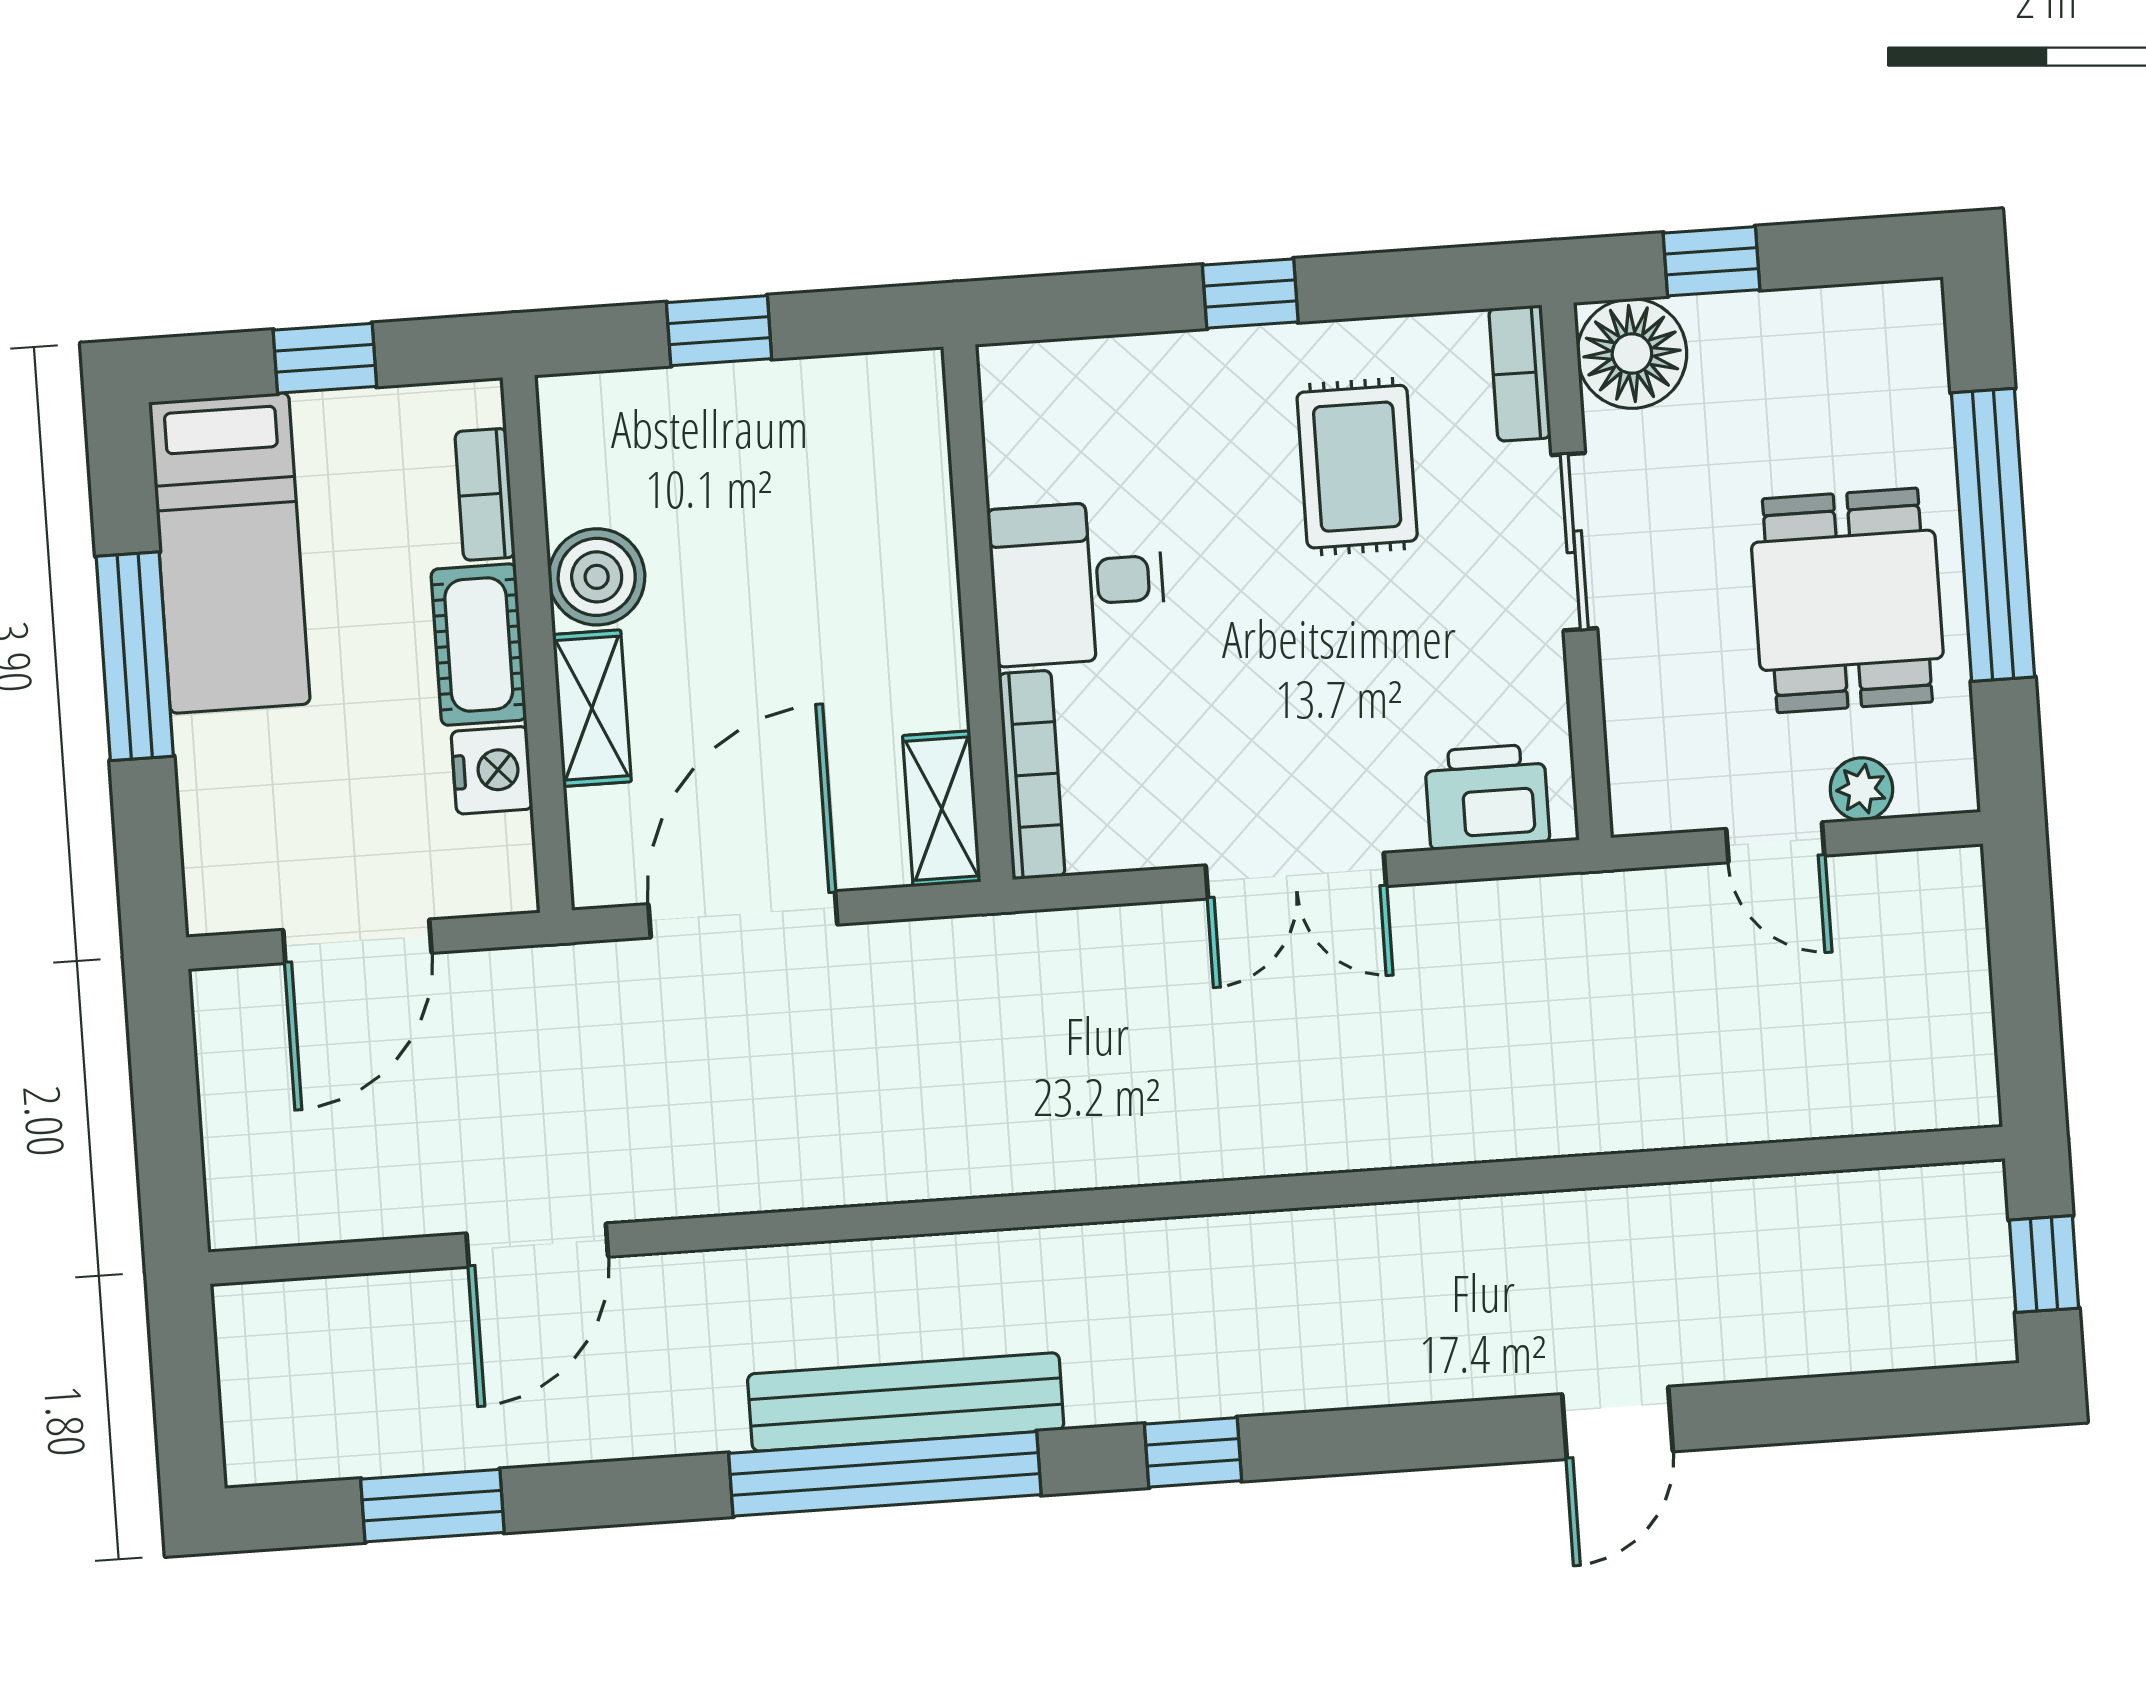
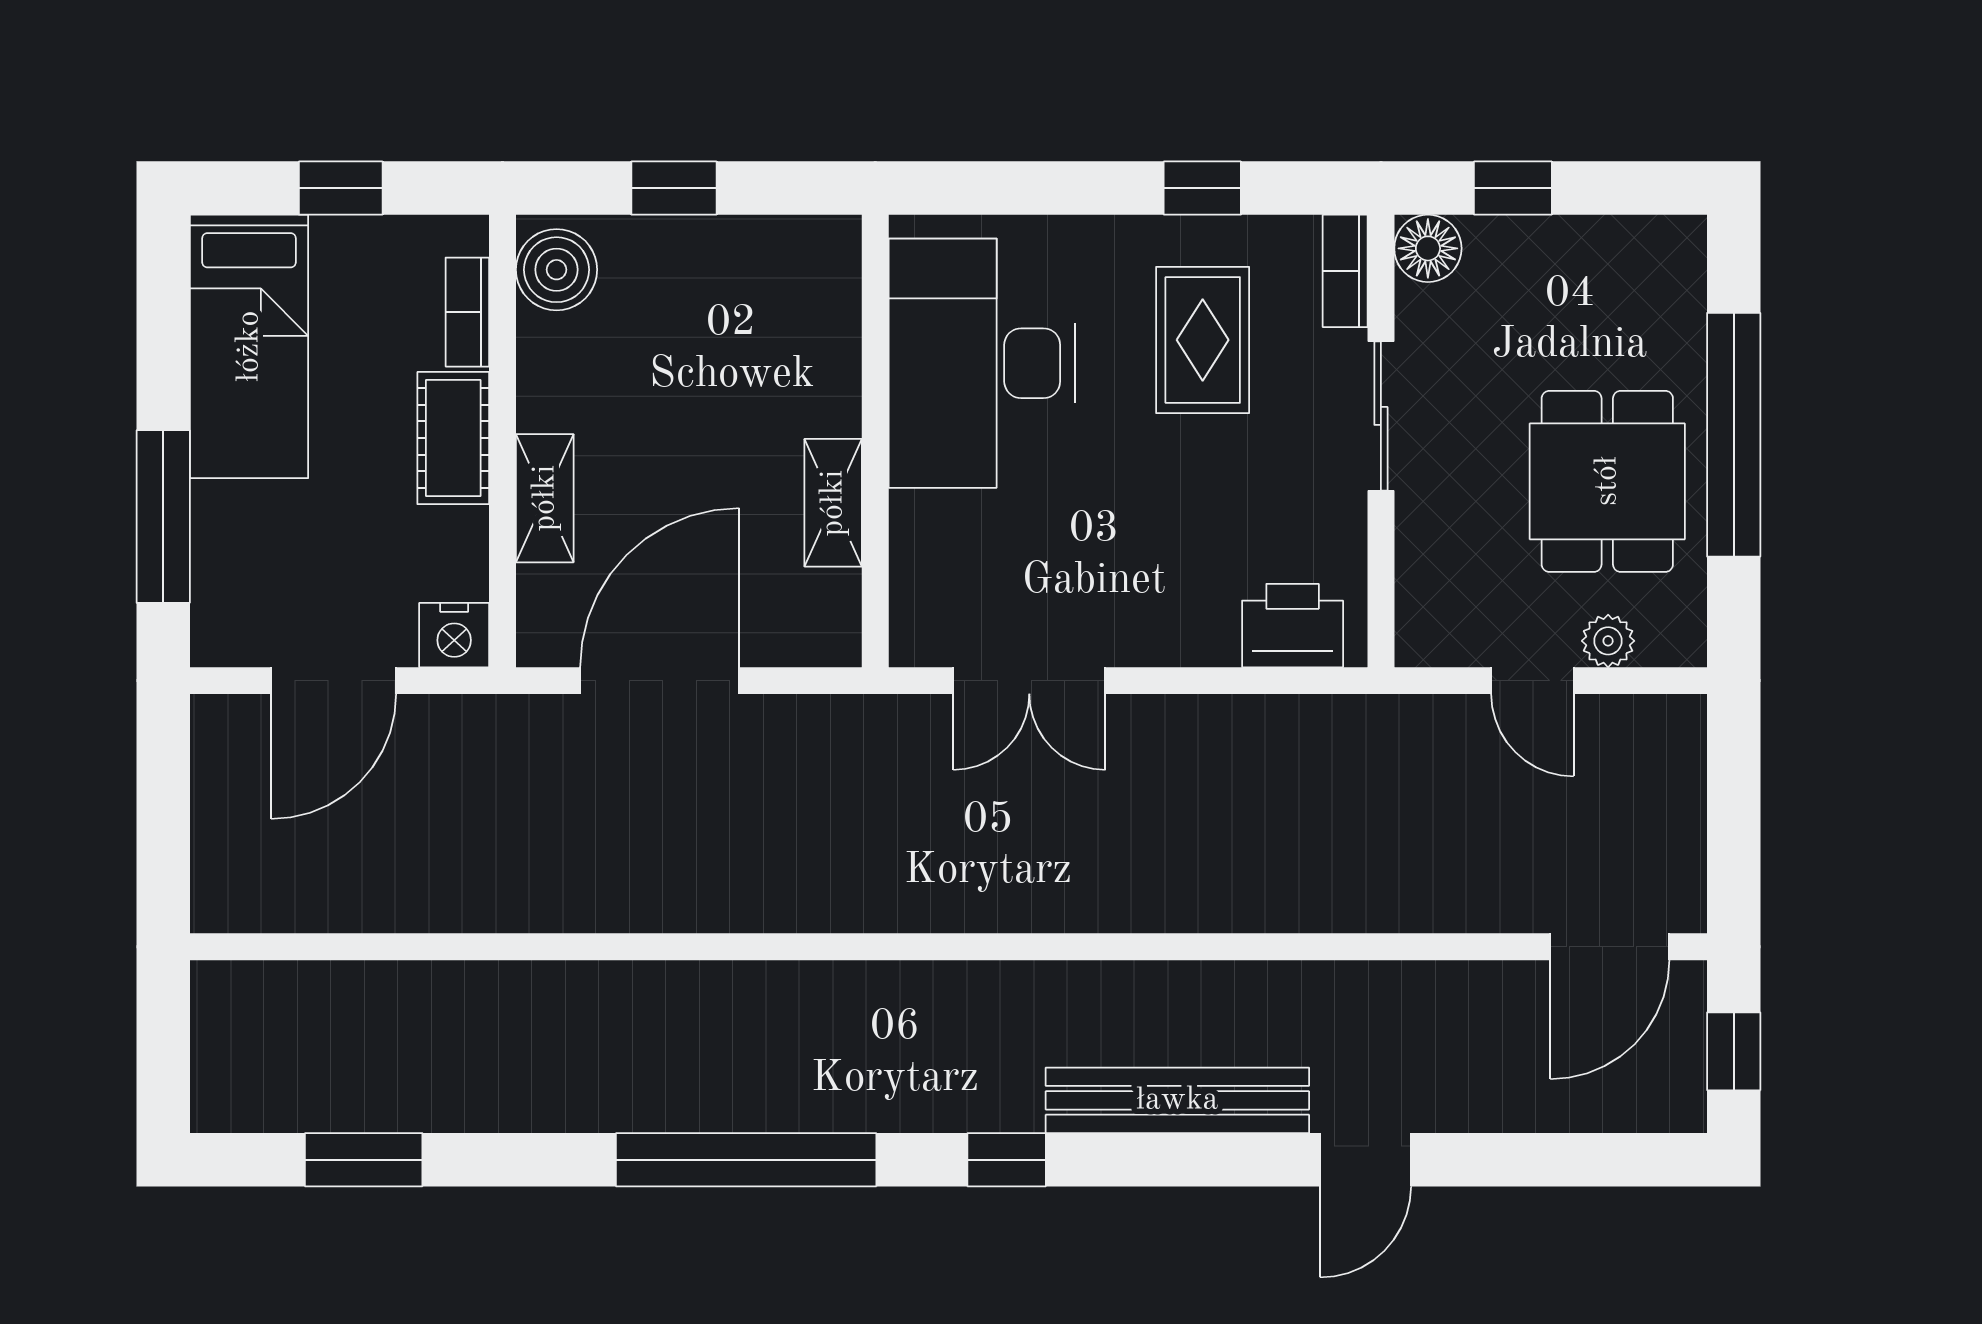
window: (1250, 294) -> (1202, 188), moved
floor lamp: (1632, 354) -> (1428, 248), width x0.73, depth x0.73
boiler: (597, 577) -> (557, 270), moved
desk: (1077, 583) -> (982, 363), width x1.87, depth x1.30
window: (135, 656) -> (163, 517), moved
nightstand: (492, 770) -> (454, 635), moved, turned 90
bookcase: (1032, 775) -> (911, 580), removed
shelving: (942, 809) -> (833, 503), moved
double door: (1296, 876) -> (1029, 681), moved
door: (537, 1245) -> (1610, 947), moved
bench: (906, 1402) -> (1177, 1100), moved

